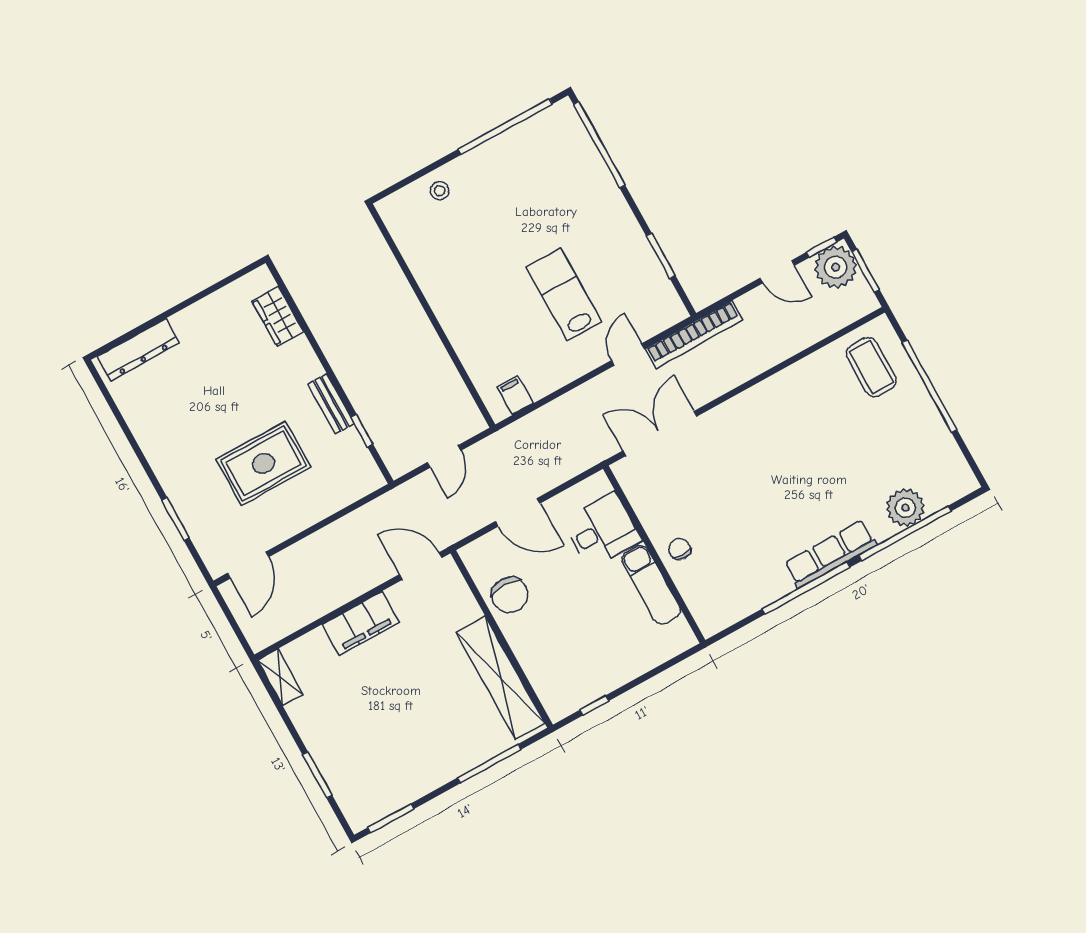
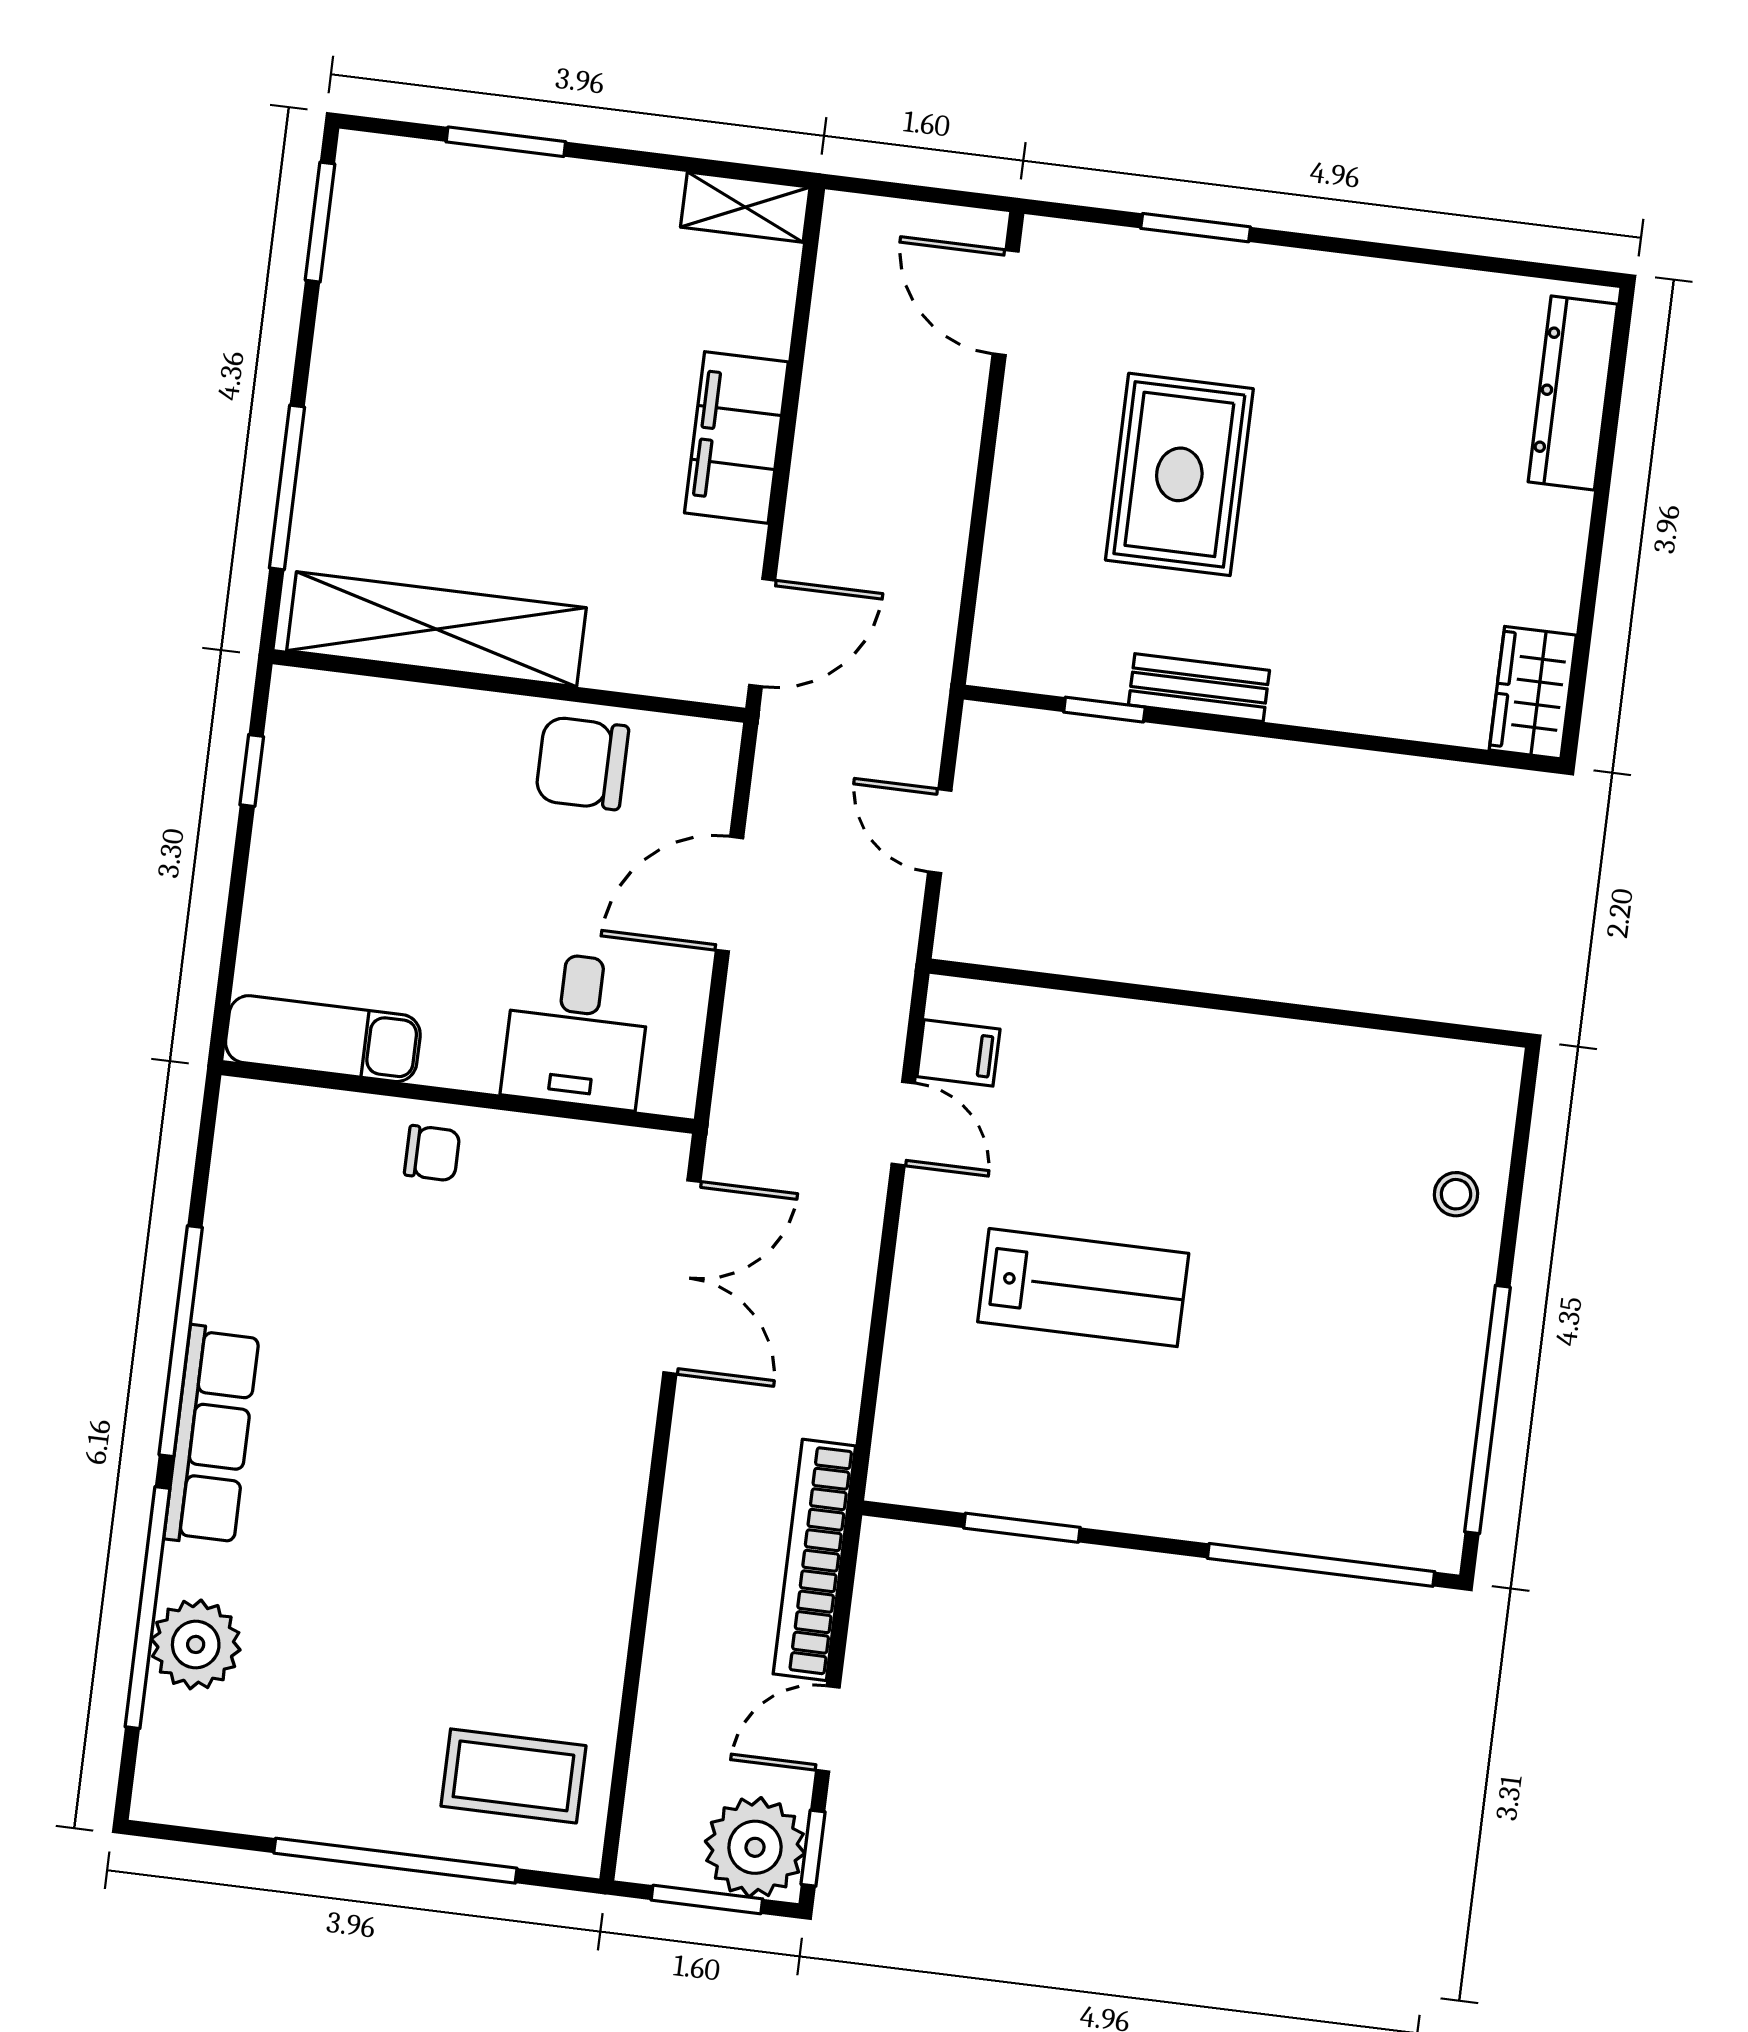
wardrobe: (278, 316) -> (1533, 693), moved, turned -90
bookcase: (694, 334) -> (814, 1560), moved
door: (628, 355) -> (903, 1124), moved
exam couch: (651, 585) -> (323, 1039), moved

